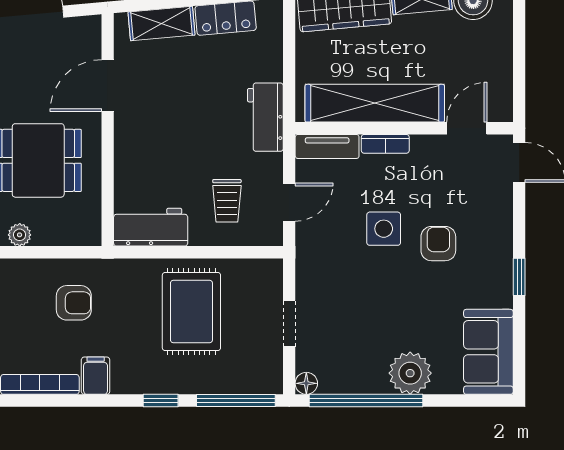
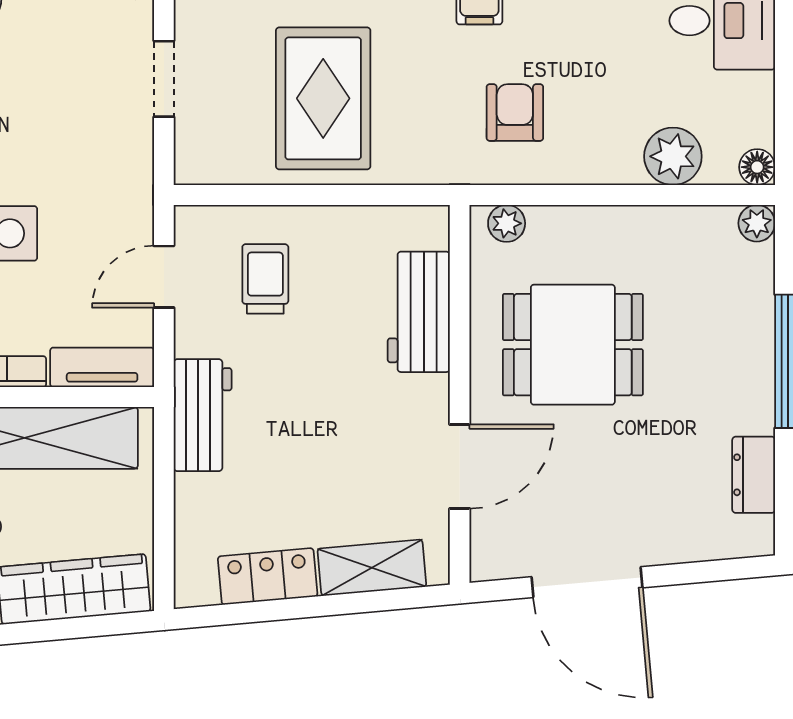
workbench: (151, 227) -> (419, 312), moved, turned 90
plant: (20, 235) -> (507, 223), moved
armchair: (74, 303) -> (515, 112), turned 90

